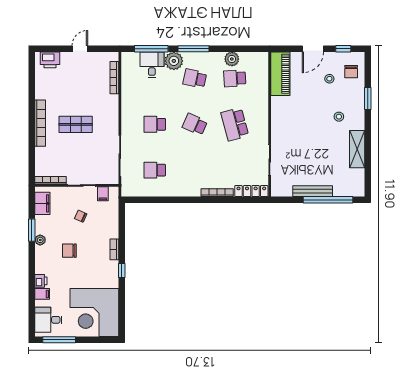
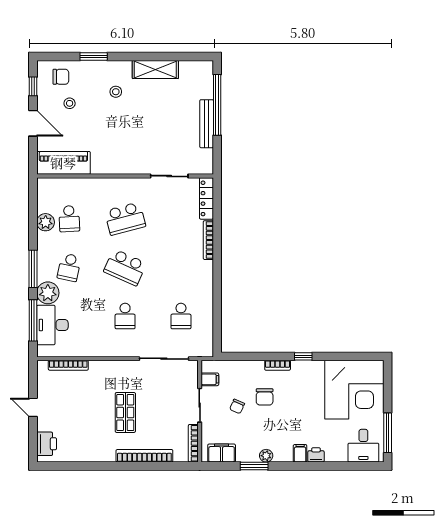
desk: (152, 65) -> (52, 325), width x1.37
bookcase: (40, 123) -> (144, 456), moved
school desk: (195, 124) -> (125, 267), width x1.85
chair: (69, 251) -> (265, 397), moved
filing cabinet: (42, 294) -> (300, 453), moved

